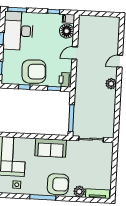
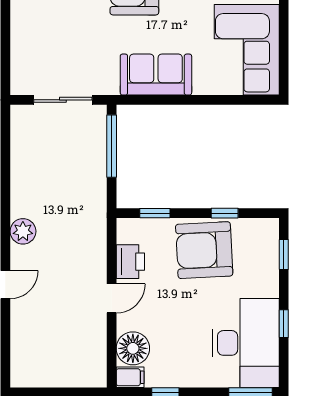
printer: (65, 80) -> (130, 262), moved

